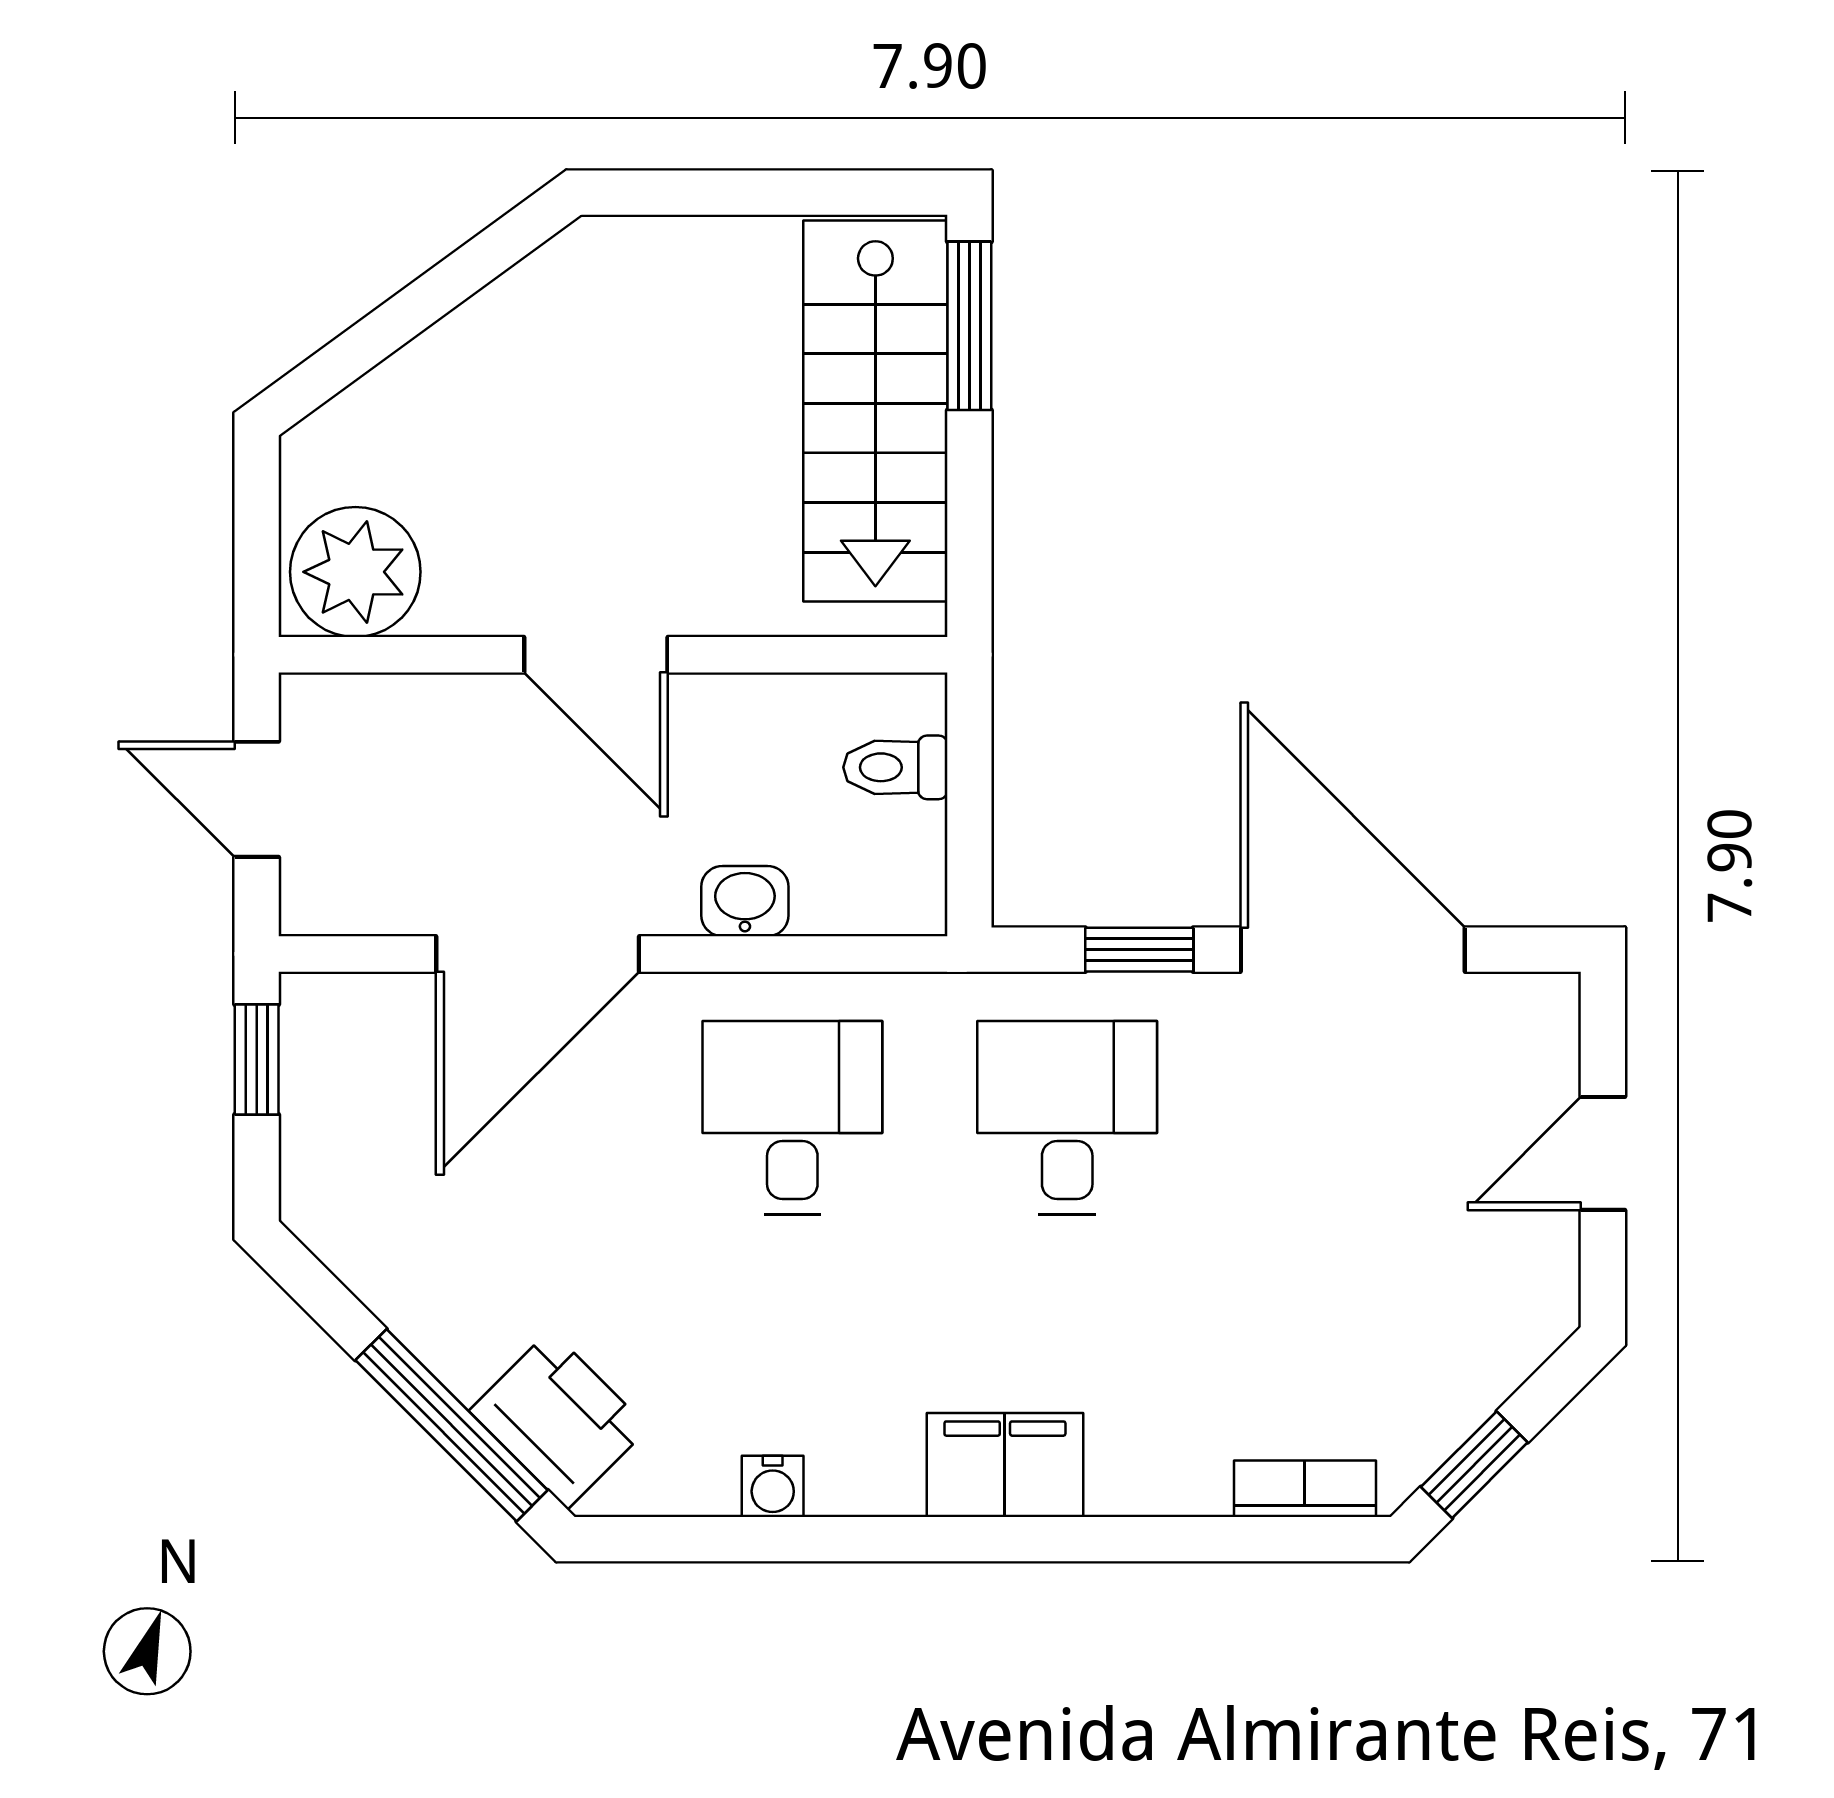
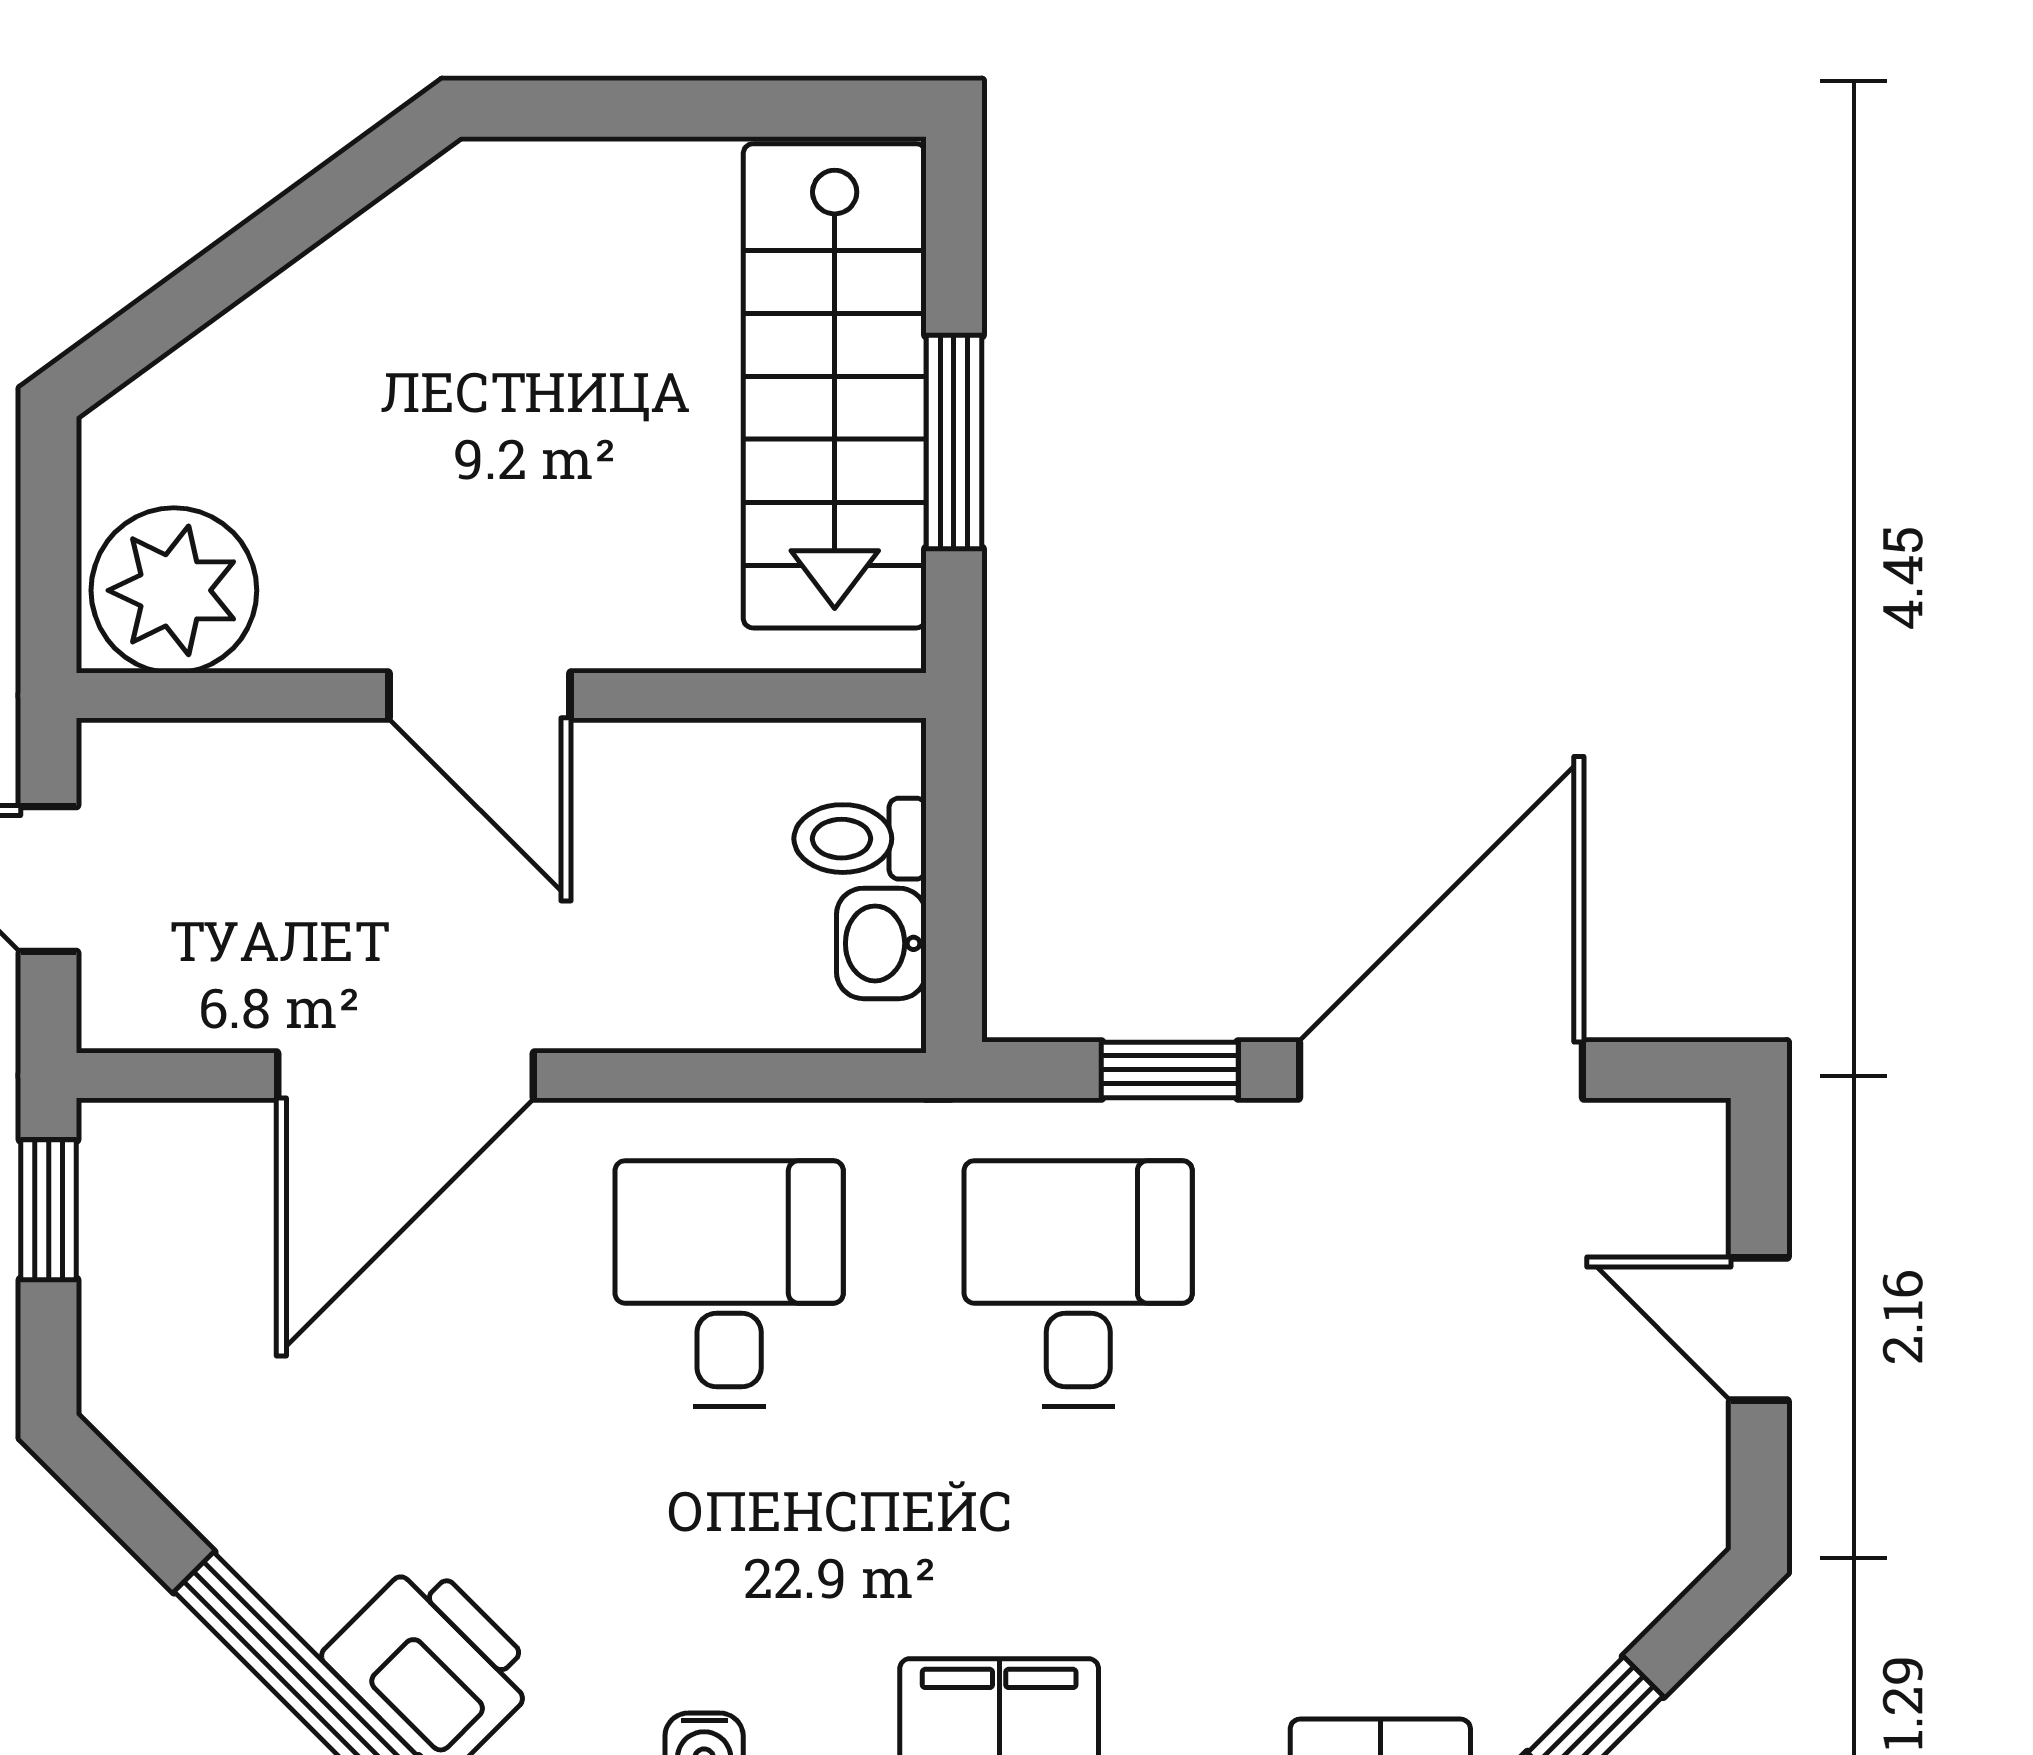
window: (969, 326) -> (954, 442), moved
washbasin: (745, 901) -> (881, 943), moved, turned -90
door: (1353, 950) -> (1441, 1070), hinge flipped
door: (1603, 1153) -> (1759, 1329), hinge flipped

